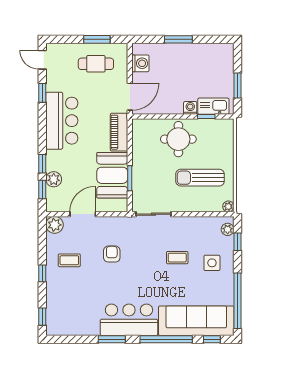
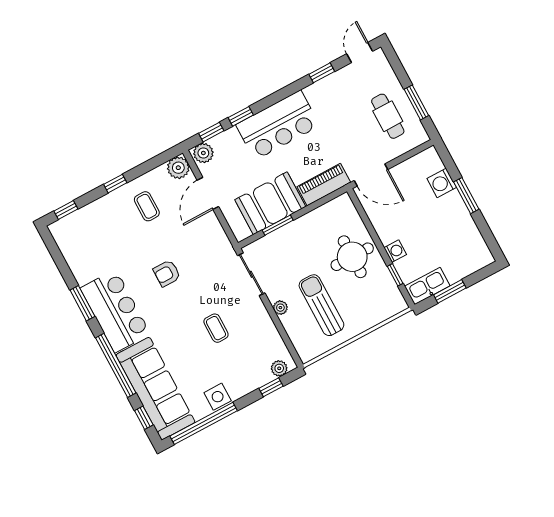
washing machine: (140, 63) -> (442, 183), moved, turned 90
kitchen sink: (213, 106) -> (427, 286), moved, turned -90
bar counter: (62, 121) -> (278, 125), moved
plant: (54, 179) -> (203, 153), moved
plant: (228, 206) -> (280, 308), moved
door: (83, 214) -> (208, 193), swing flipped
armchair: (112, 254) -> (167, 273), moved, turned 180
side table: (212, 263) -> (218, 397), moved

